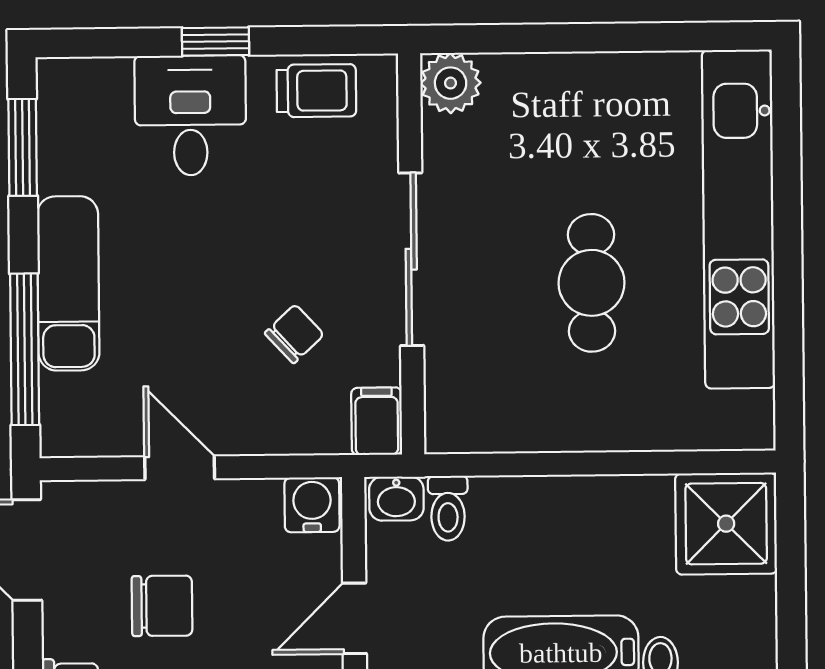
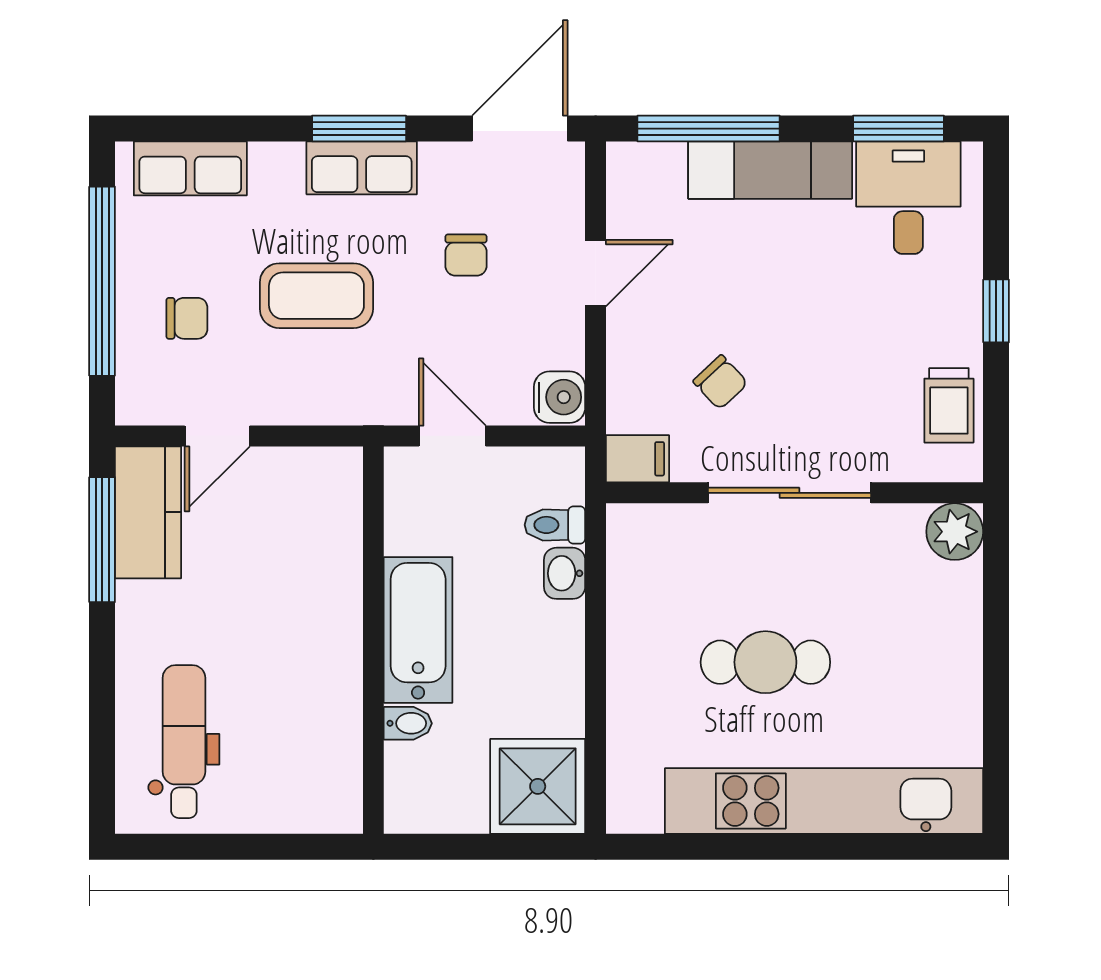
desk: (190, 115) -> (908, 198), moved, turned -90
washbasin: (396, 499) -> (565, 573), moved
chair: (162, 606) -> (466, 255), width x0.73, depth x0.73

